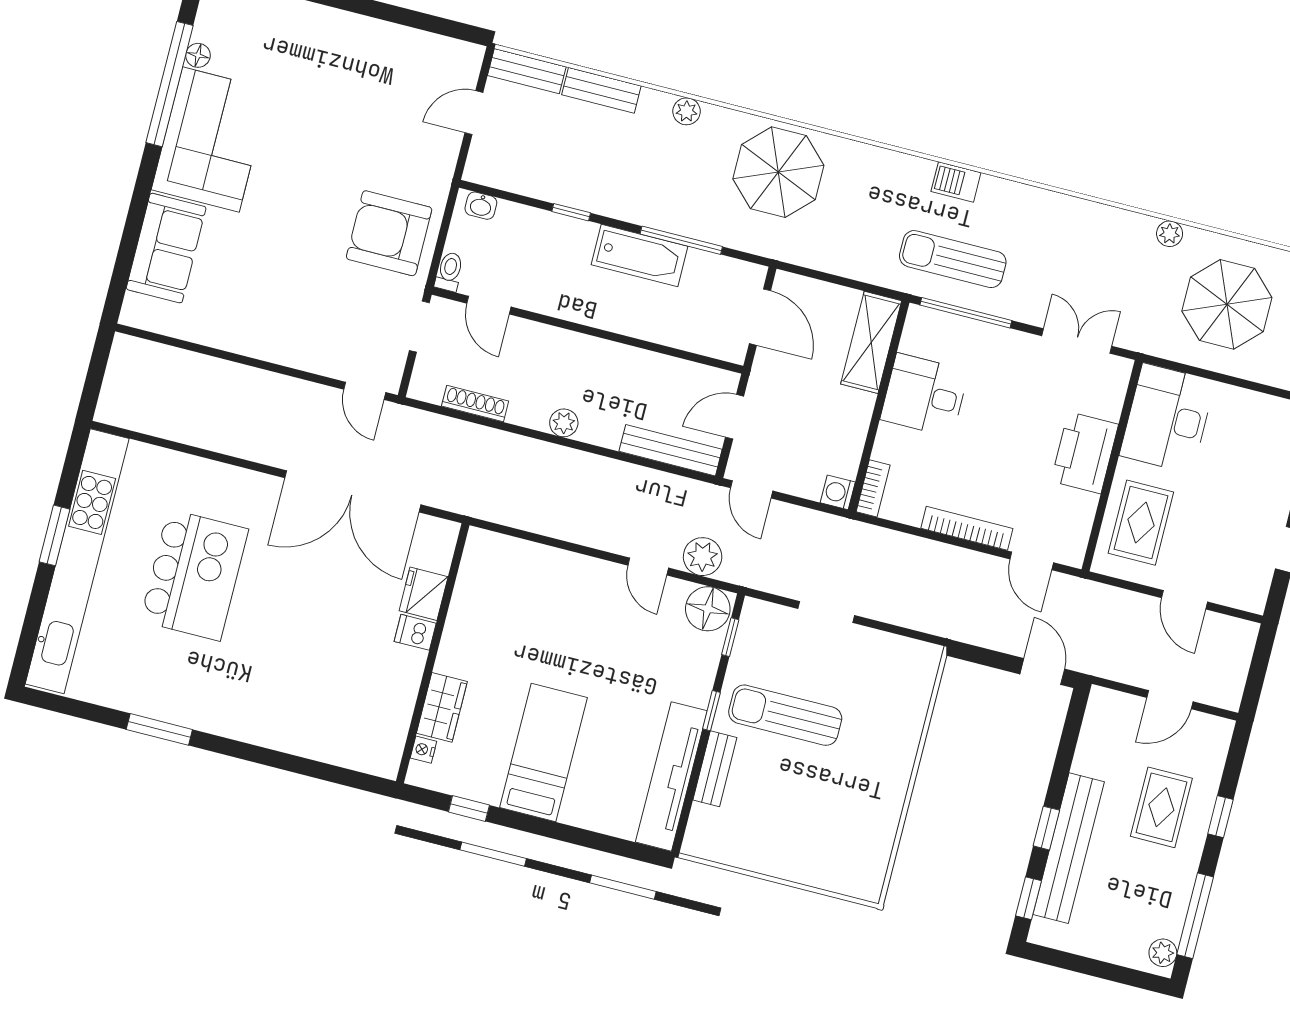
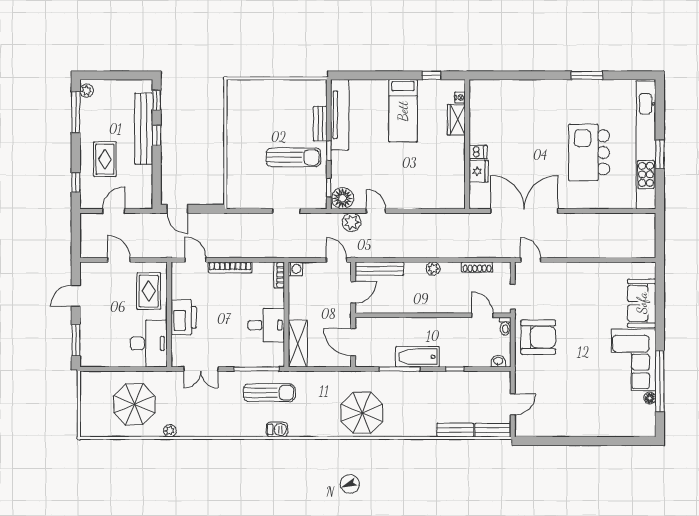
plant: (687, 111) -> (413, 430), removed
window: (1220, 817) -> (76, 183), moved

